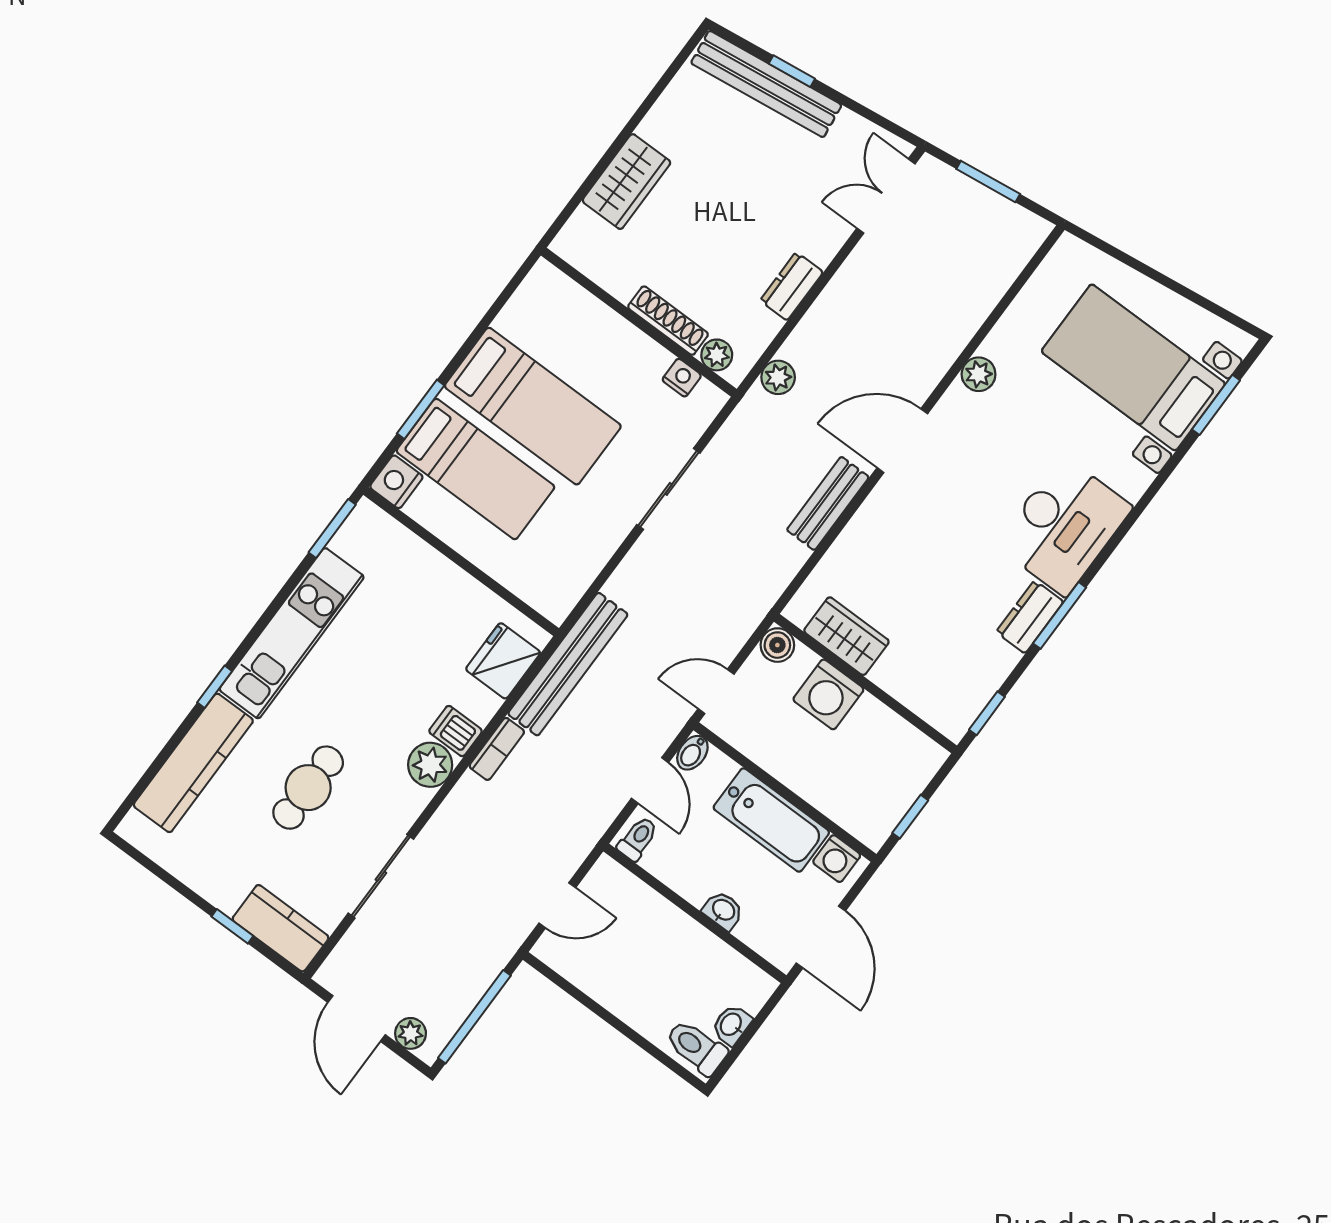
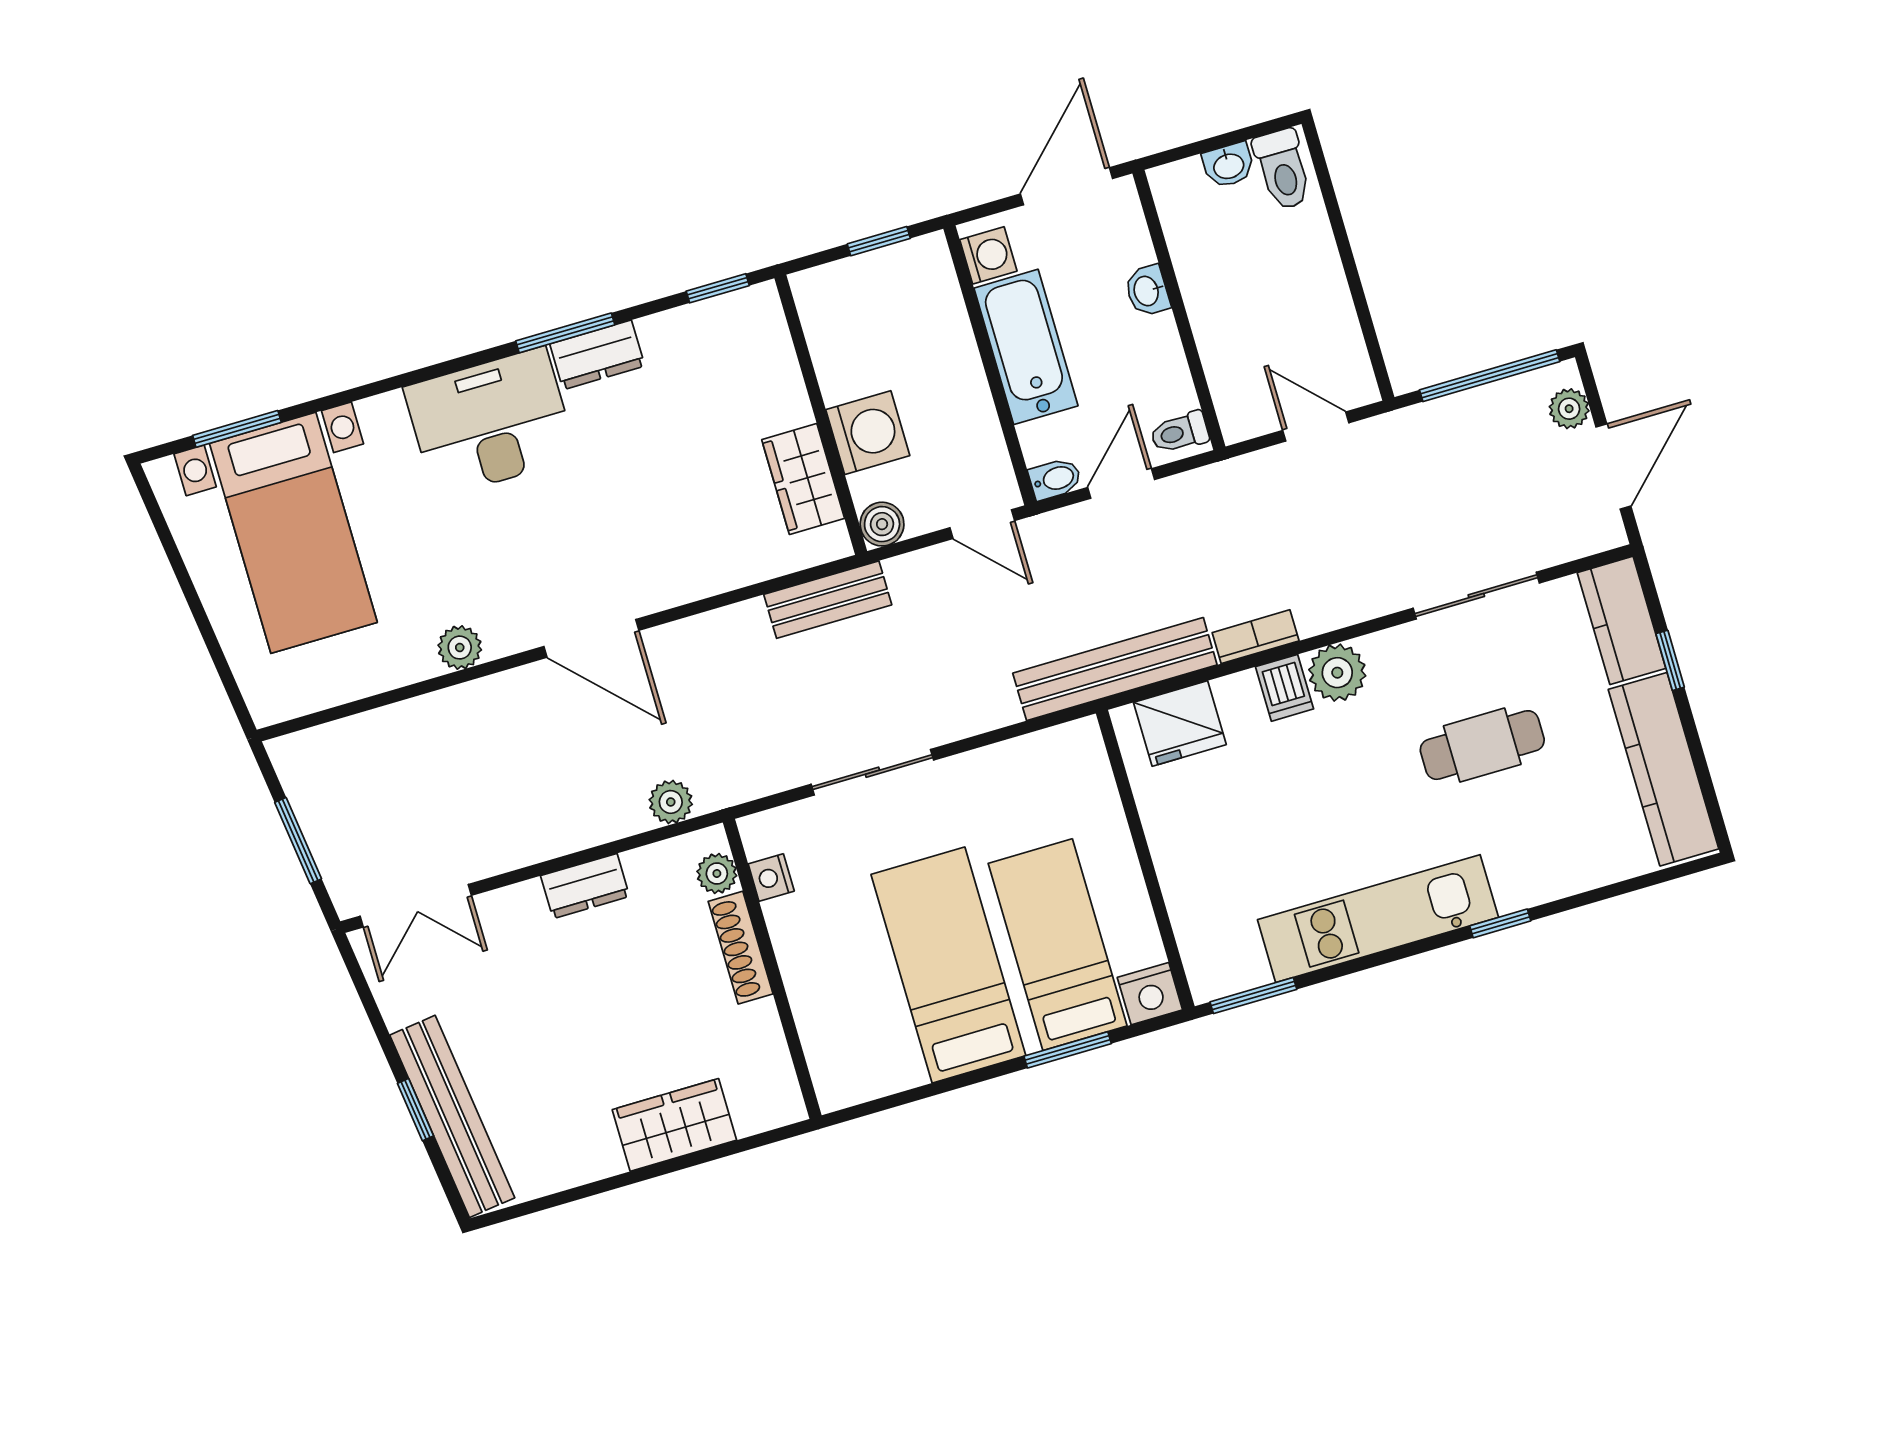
bench: (828, 503) -> (828, 600), moved
kitchen counter: (193, 763) -> (1664, 769), moved, turned -90

